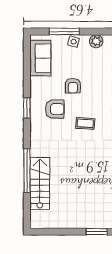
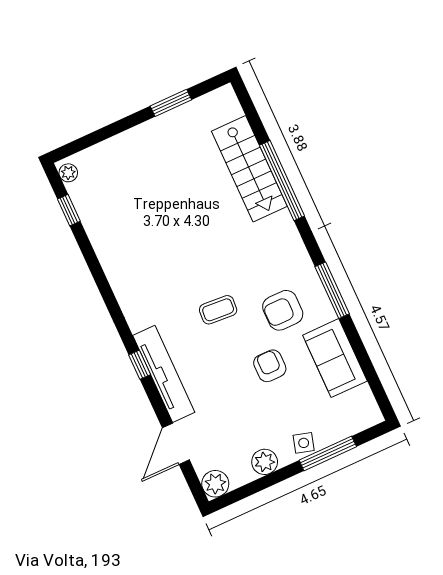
sofa: (40, 58) -> (335, 358), moved
window: (27, 108) -> (332, 290), width x1.44
window: (97, 232) -> (171, 103), moved

